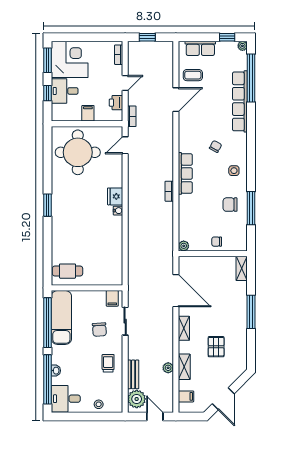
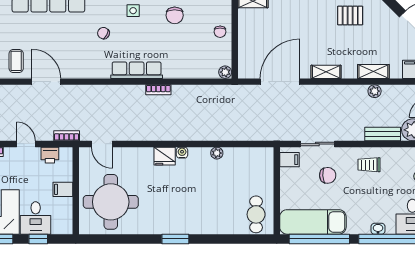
plant: (118, 239) -> (217, 153), added
pallet: (216, 347) -> (350, 15), moved

